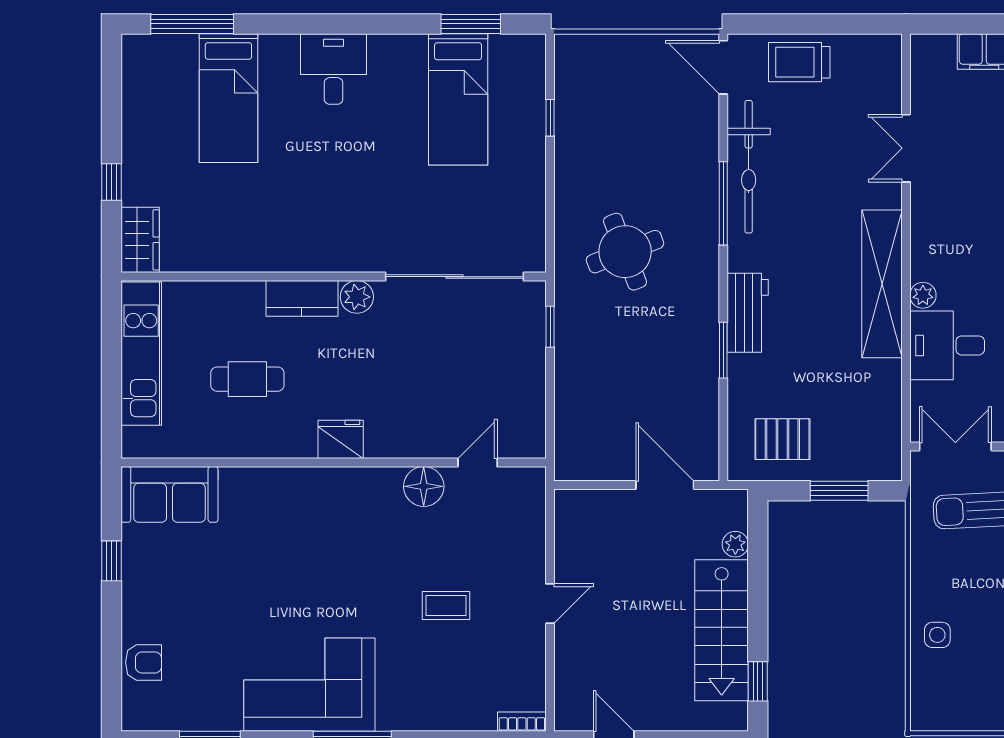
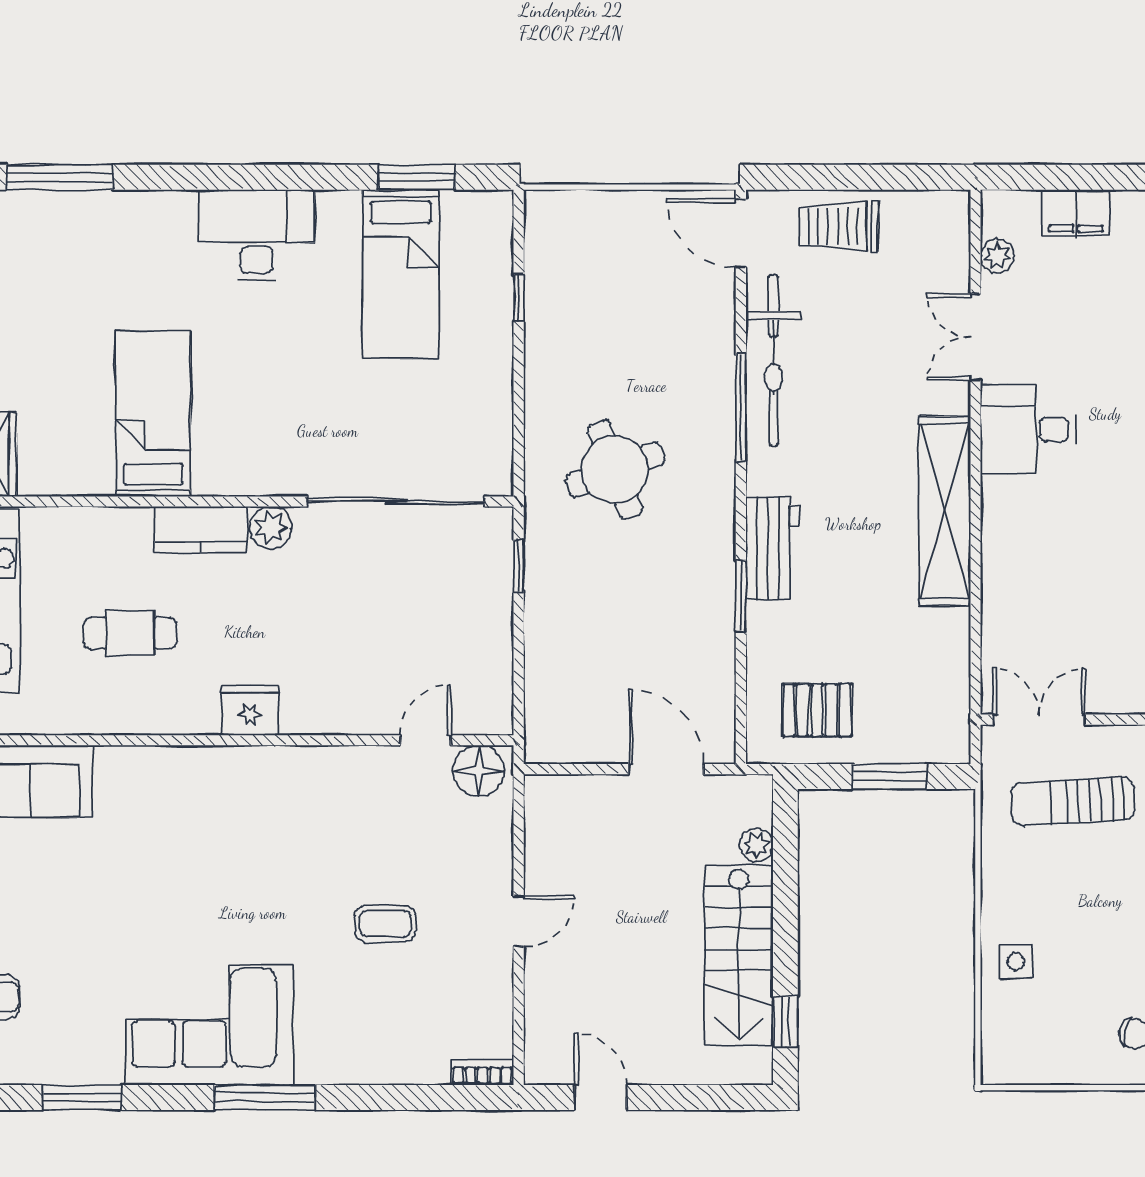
desk: (333, 69) -> (256, 235), width x1.37
bed: (228, 98) -> (153, 414), moved, turned 180
plant: (923, 295) -> (997, 256), moved
desk: (947, 345) -> (1028, 429), moved
floor lamp: (424, 486) -> (479, 771), moved

